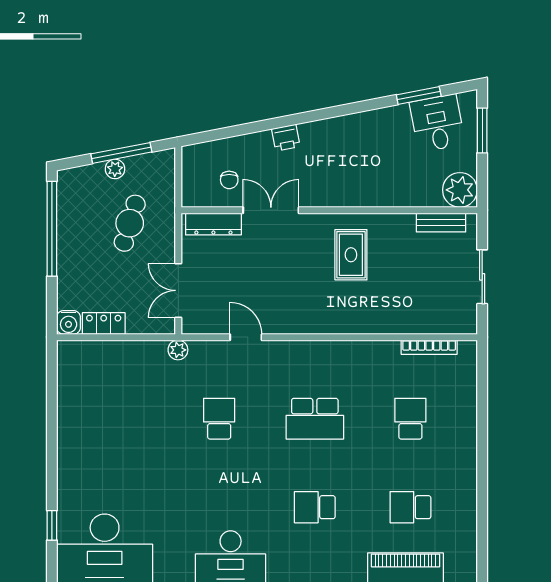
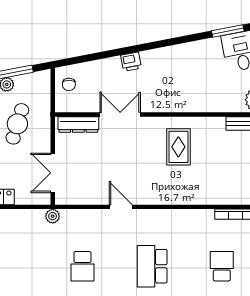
chair: (229, 180) -> (69, 84), moved
door: (246, 337) -> (121, 207), moved
school desk: (219, 419) -> (83, 266), turned 180
school desk: (315, 419) -> (152, 266), turned 90

